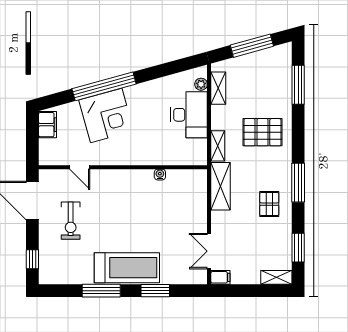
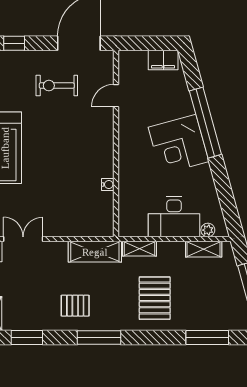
corner desk: (106, 115) -> (179, 144), moved

